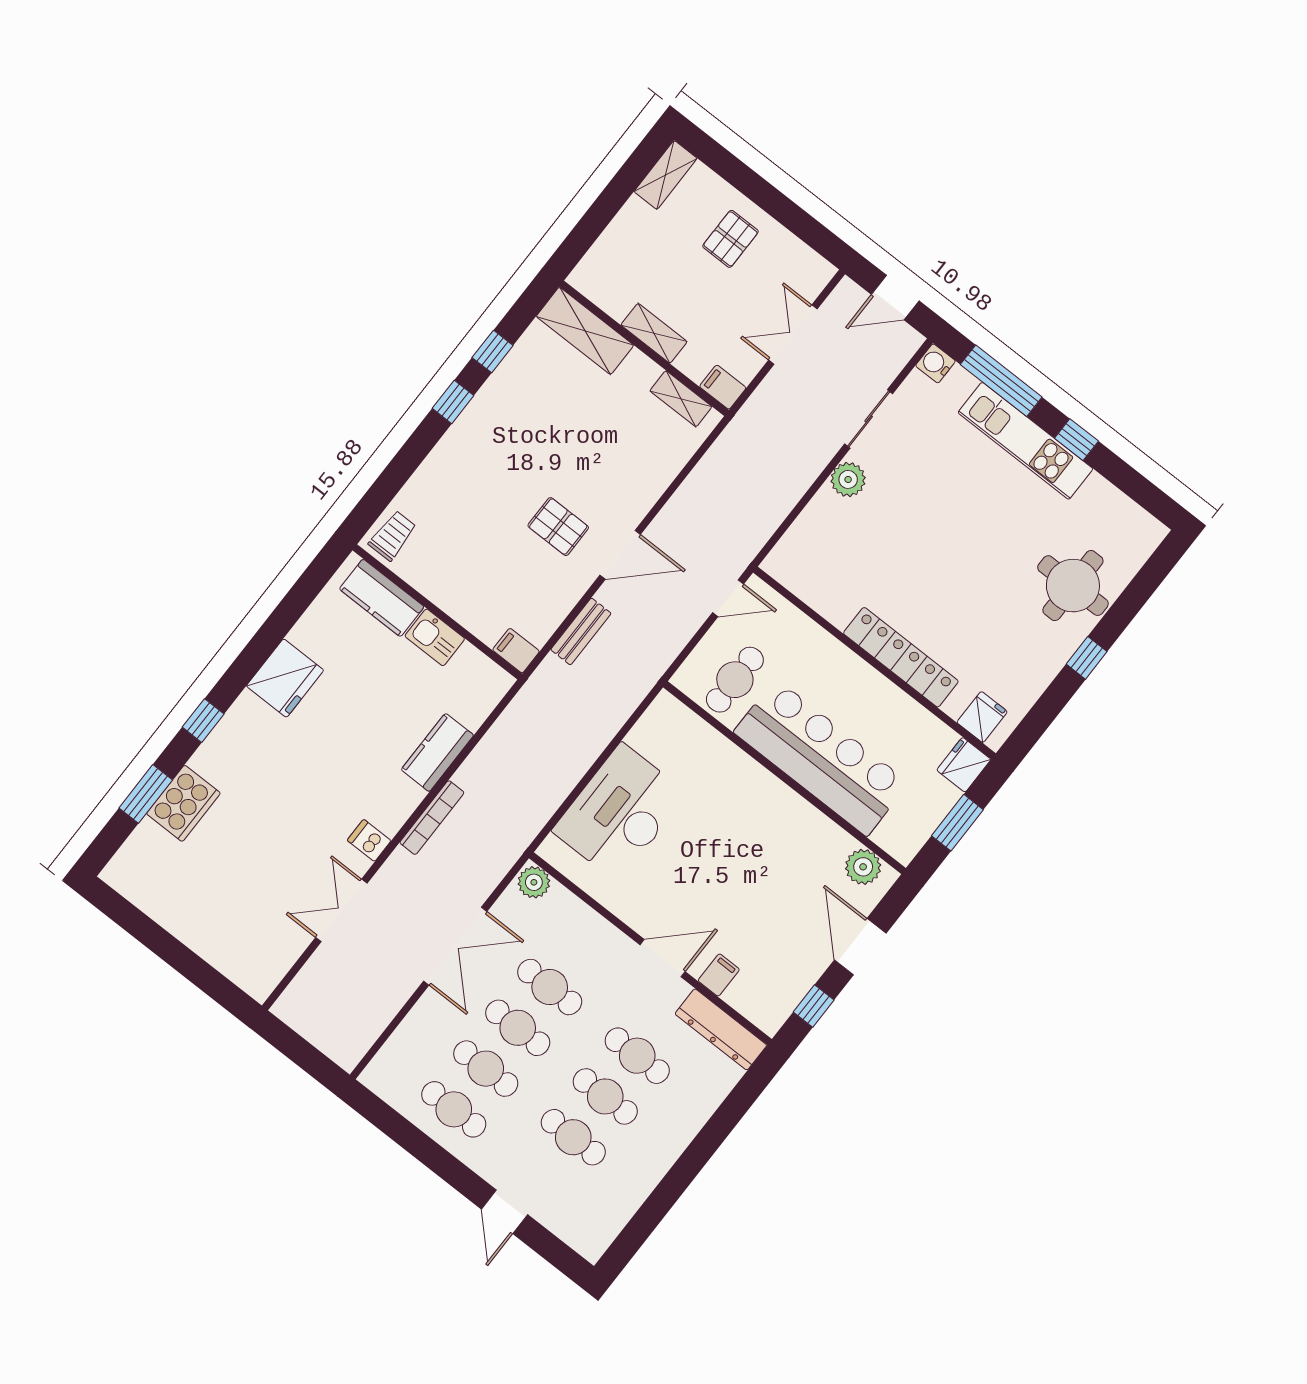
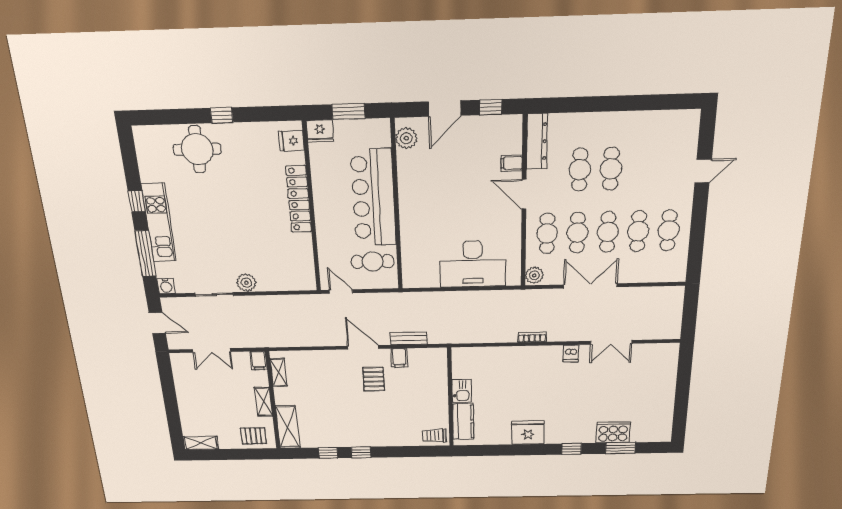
pallet: (730, 239) -> (253, 436), moved
filing cabinet: (516, 651) -> (399, 358), moved
kitchen counter: (437, 752) -> (510, 355), removed
bookcase: (432, 818) -> (532, 337), width x0.64
cafe table: (573, 1137) -> (547, 233), moved

